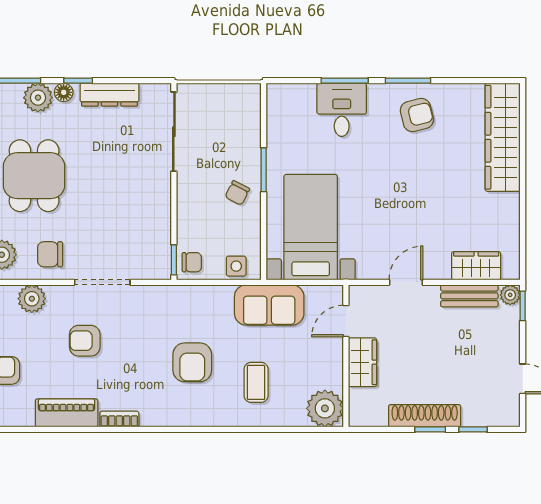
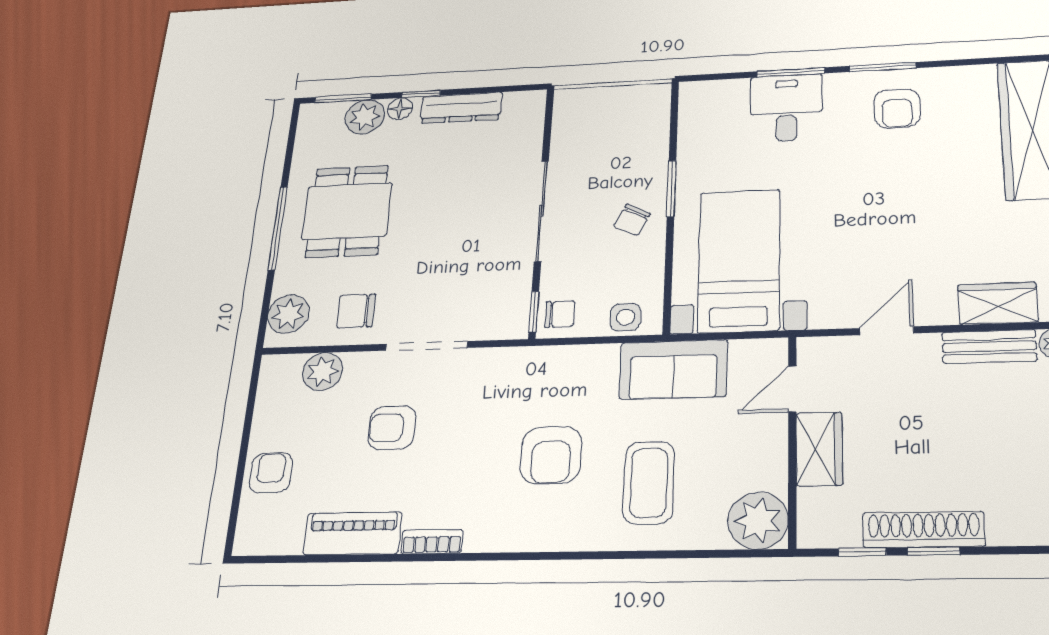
armchair: (417, 115) -> (897, 108), turned 104
sliding door: (174, 132) -> (541, 211), moved
coffee table: (256, 382) -> (649, 483), width x1.36, depth x1.30
window: (473, 429) -> (862, 552), moved

